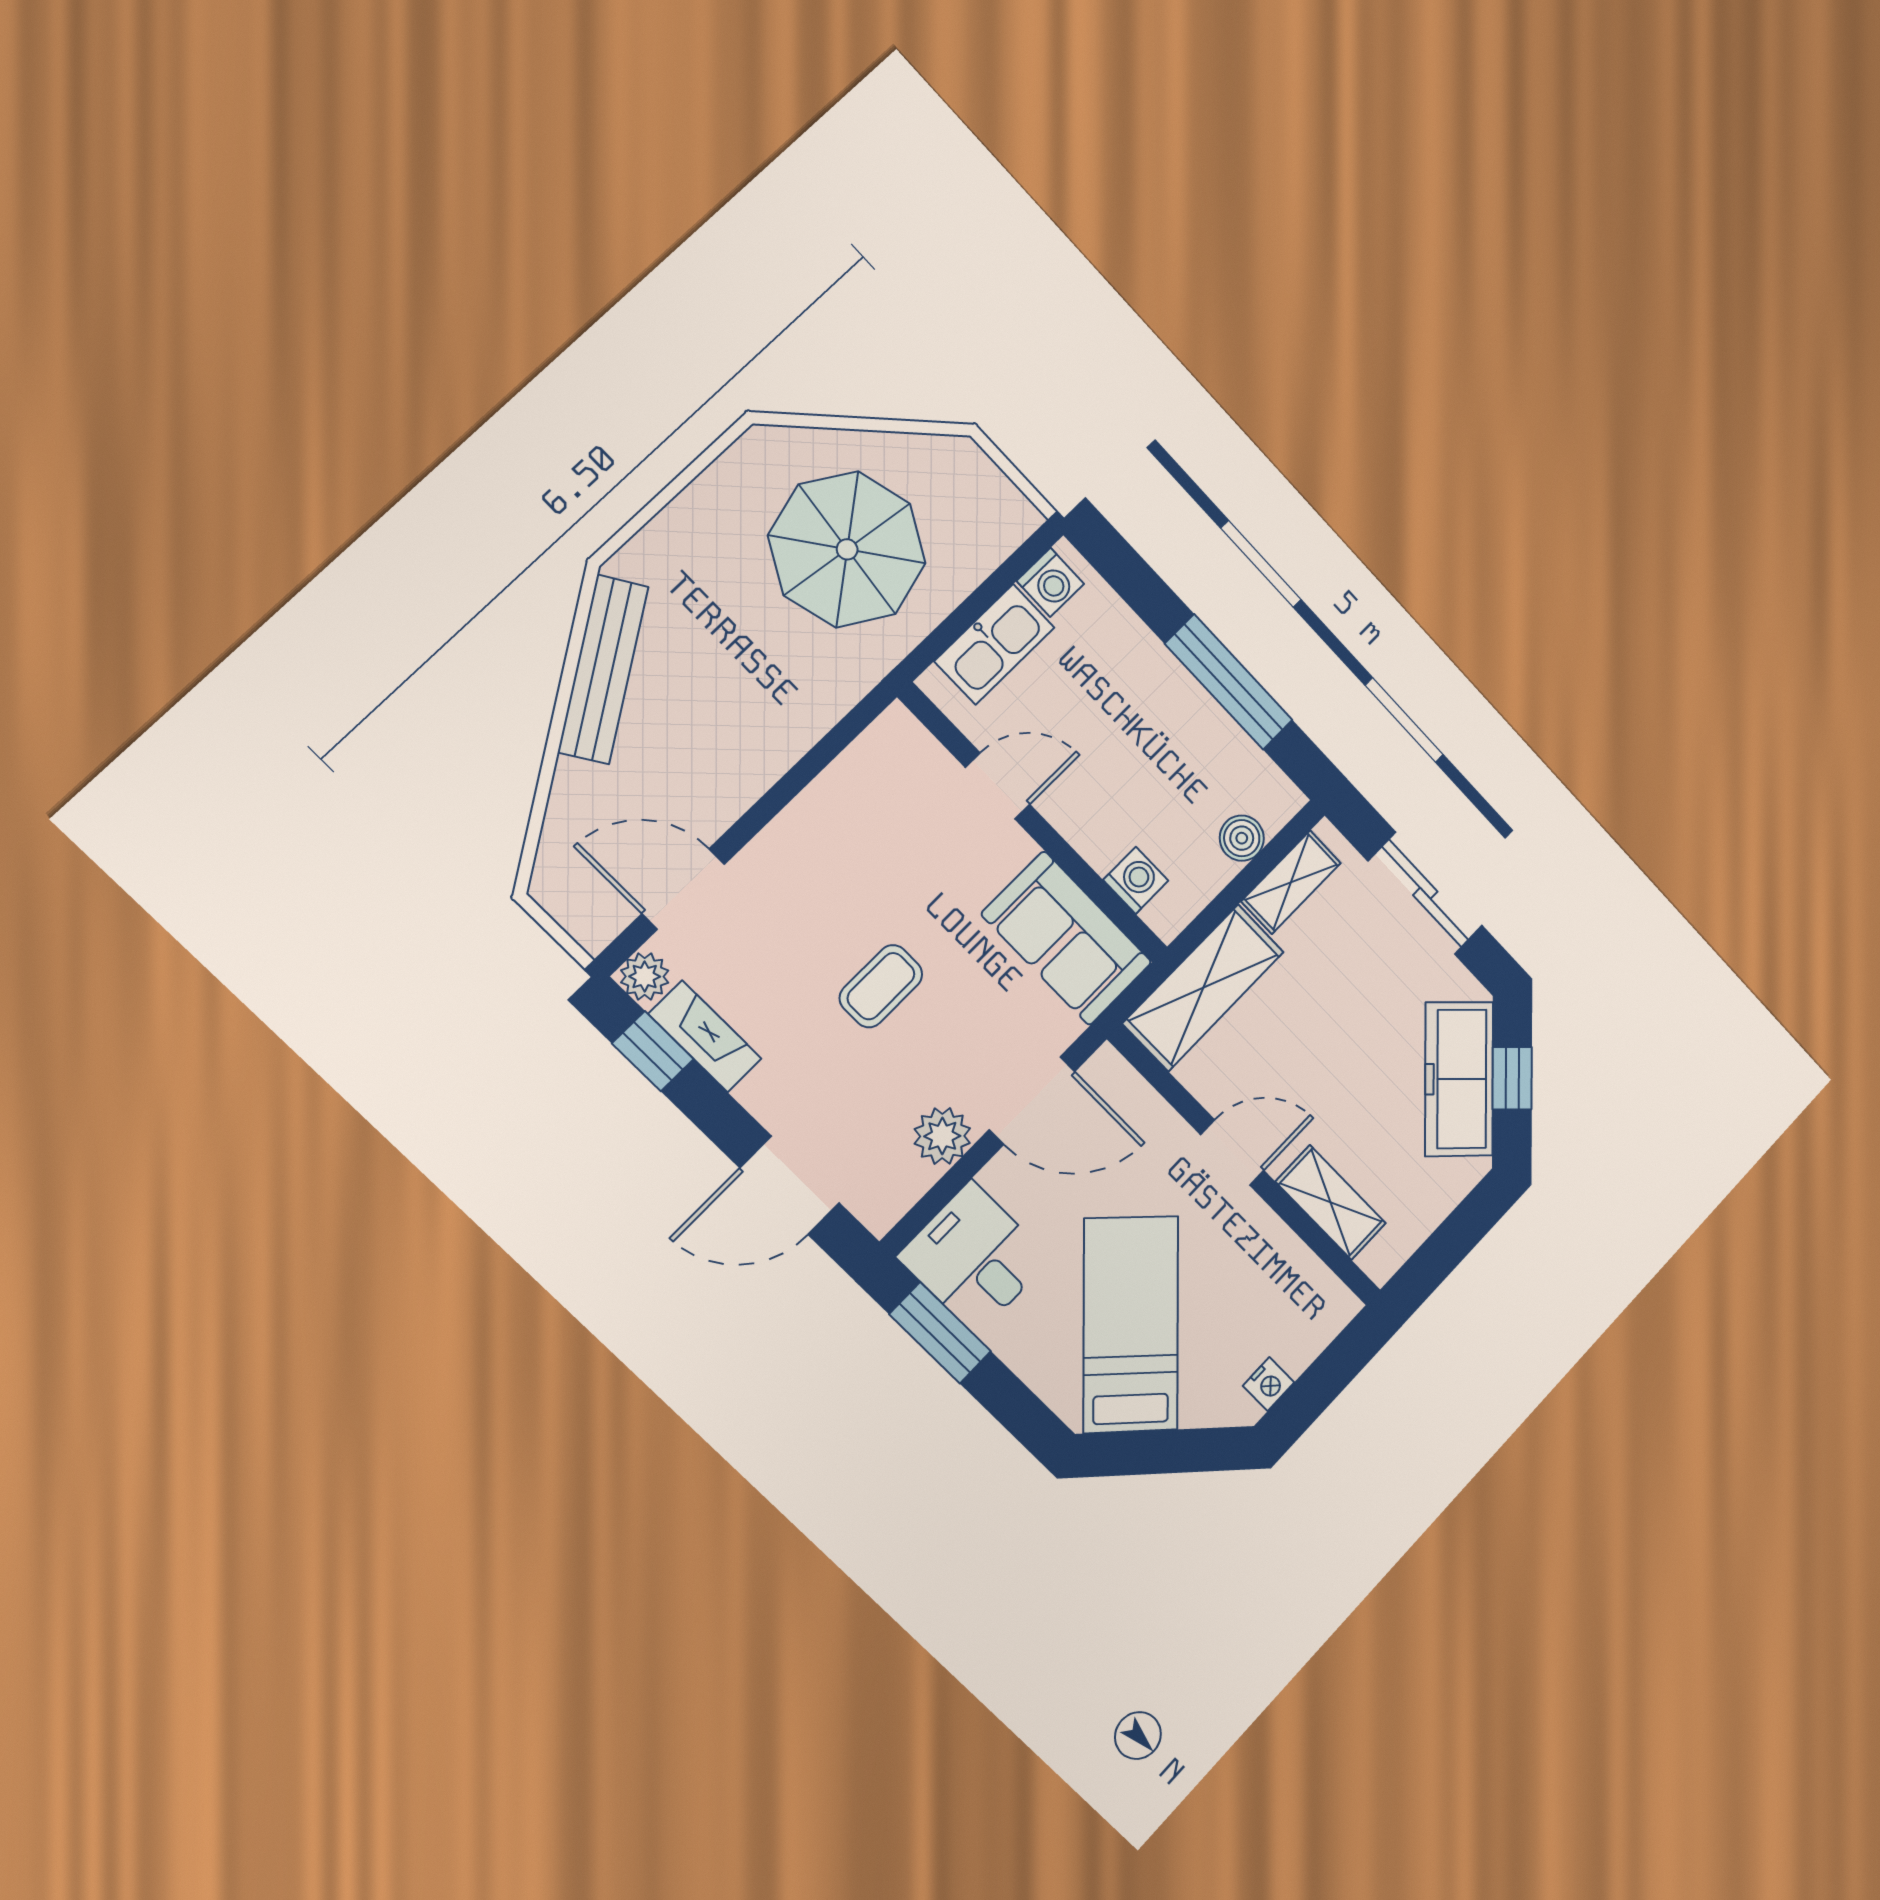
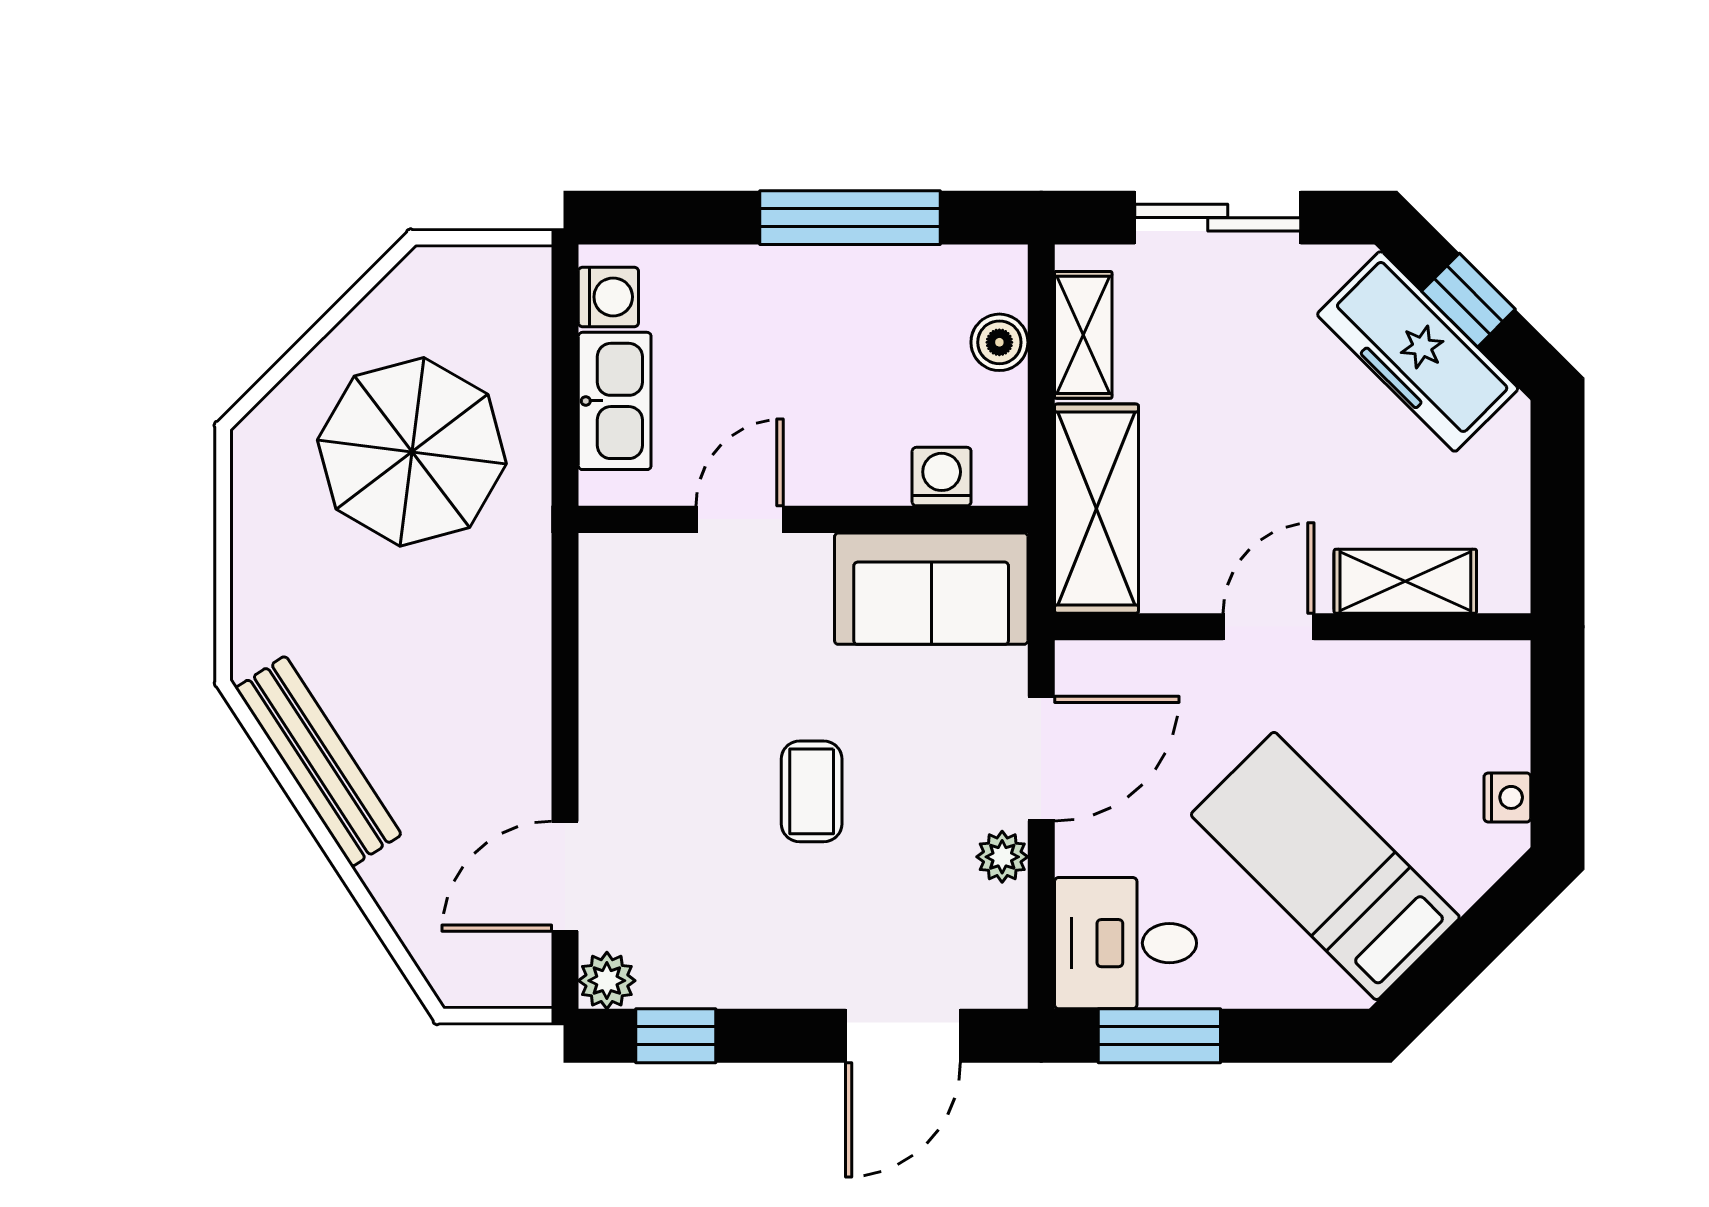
fireplace: (705, 1036) -> (706, 981), removed
plant: (942, 1136) -> (1002, 857), width x0.73, depth x0.73

